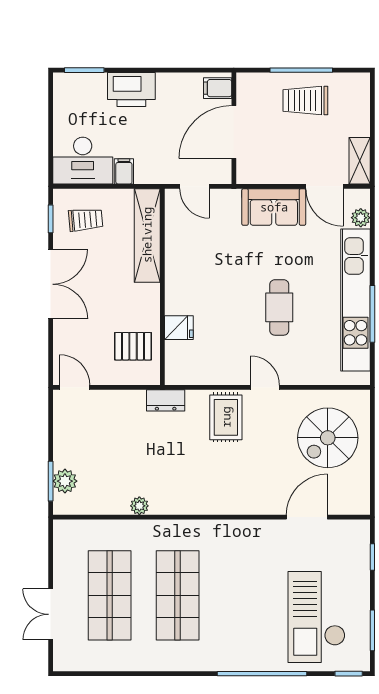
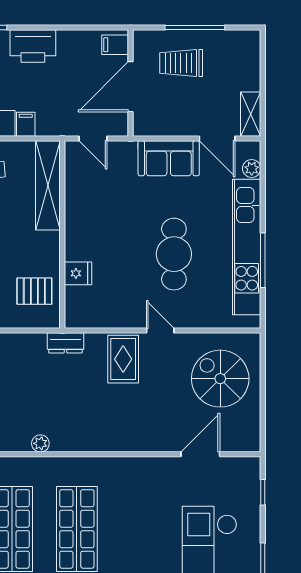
trolley: (305, 101) -> (181, 63), moved
cafe table: (279, 307) -> (174, 254), width x1.37, depth x1.35
spiral stairs: (328, 438) -> (220, 379), turned 90

